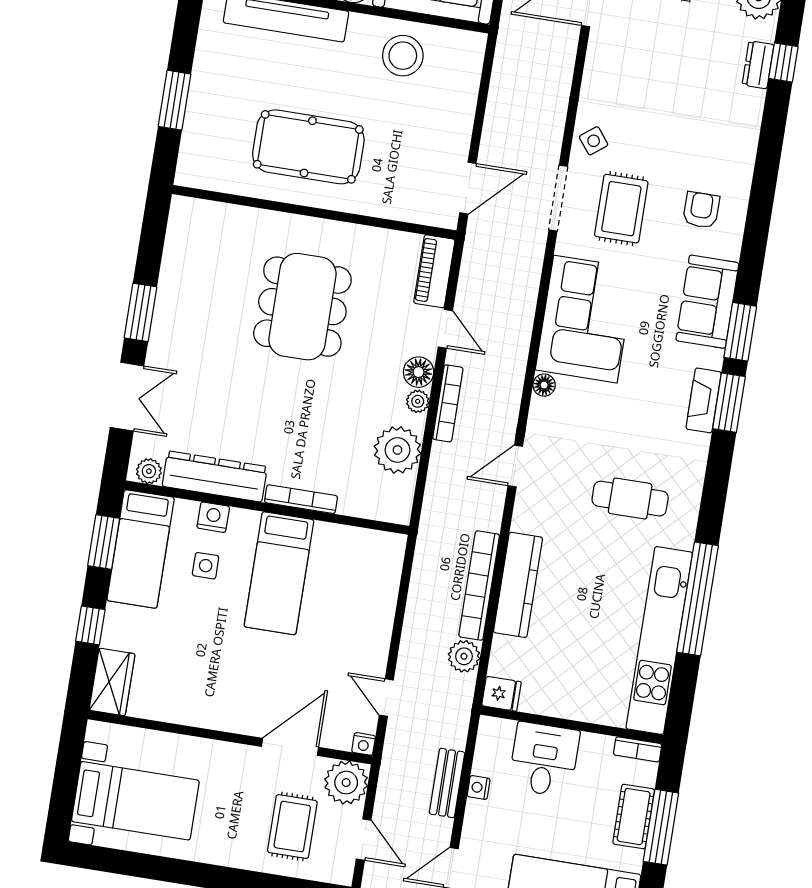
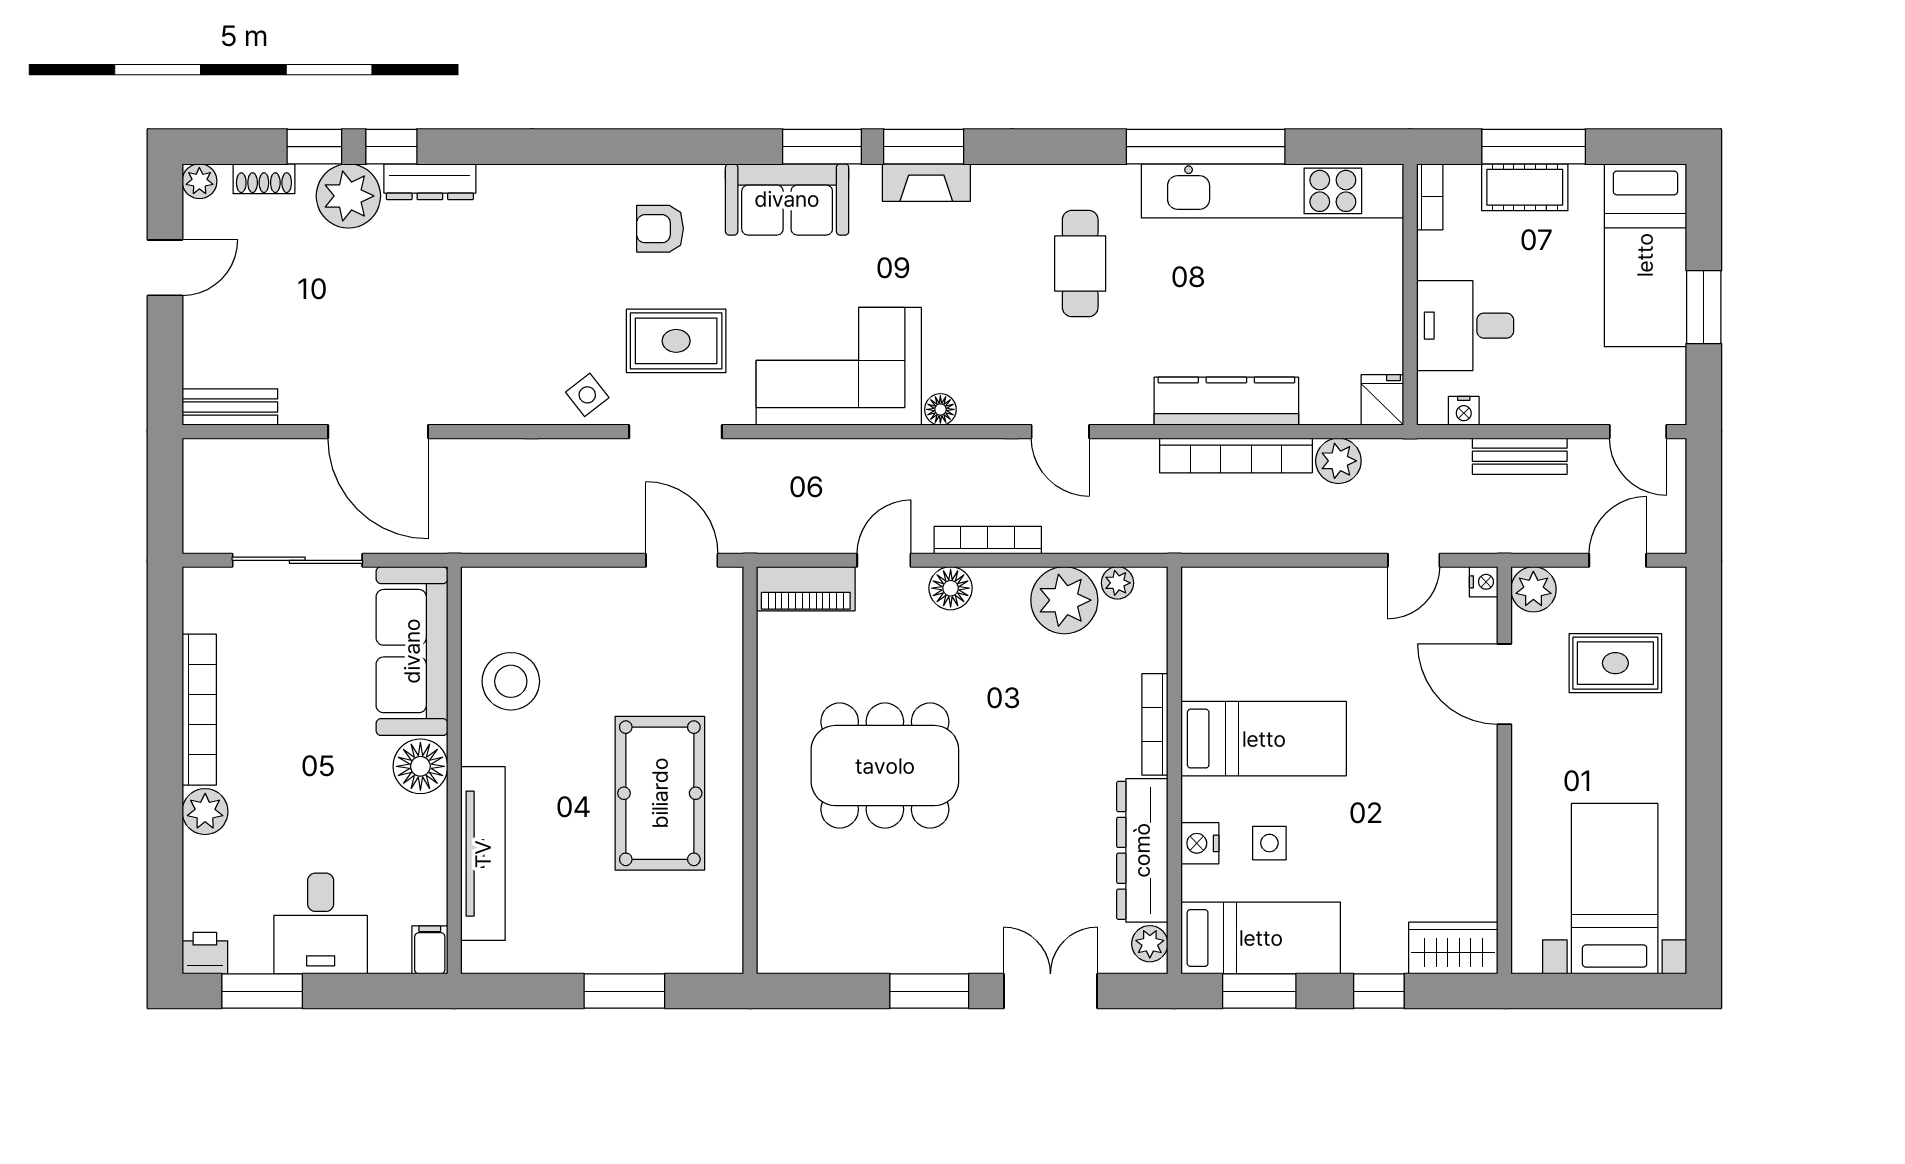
window: (783, 62) -> (391, 147), moved
dresser: (758, 65) -> (430, 182), width x1.44
plant: (418, 401) -> (1117, 583), moved
plant: (346, 783) -> (1533, 589), width x0.73, depth x0.73
nightstand: (479, 787) -> (1464, 411), moved

